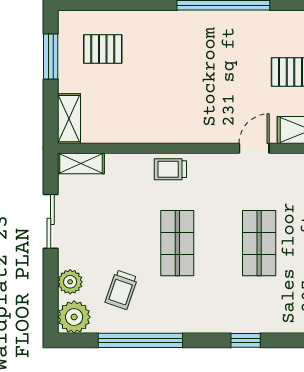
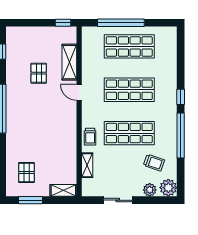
shelving: (81, 163) -> (87, 165), moved
shop shelf: (177, 243) -> (129, 133), width x1.43, depth x1.36
shop shelf: (259, 243) -> (129, 90), width x1.43, depth x1.36
window: (140, 340) -> (181, 135), moved

